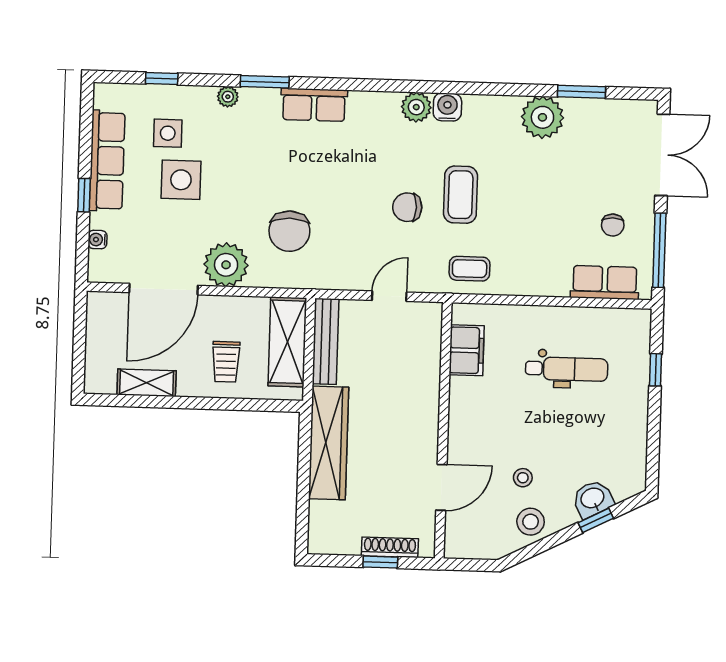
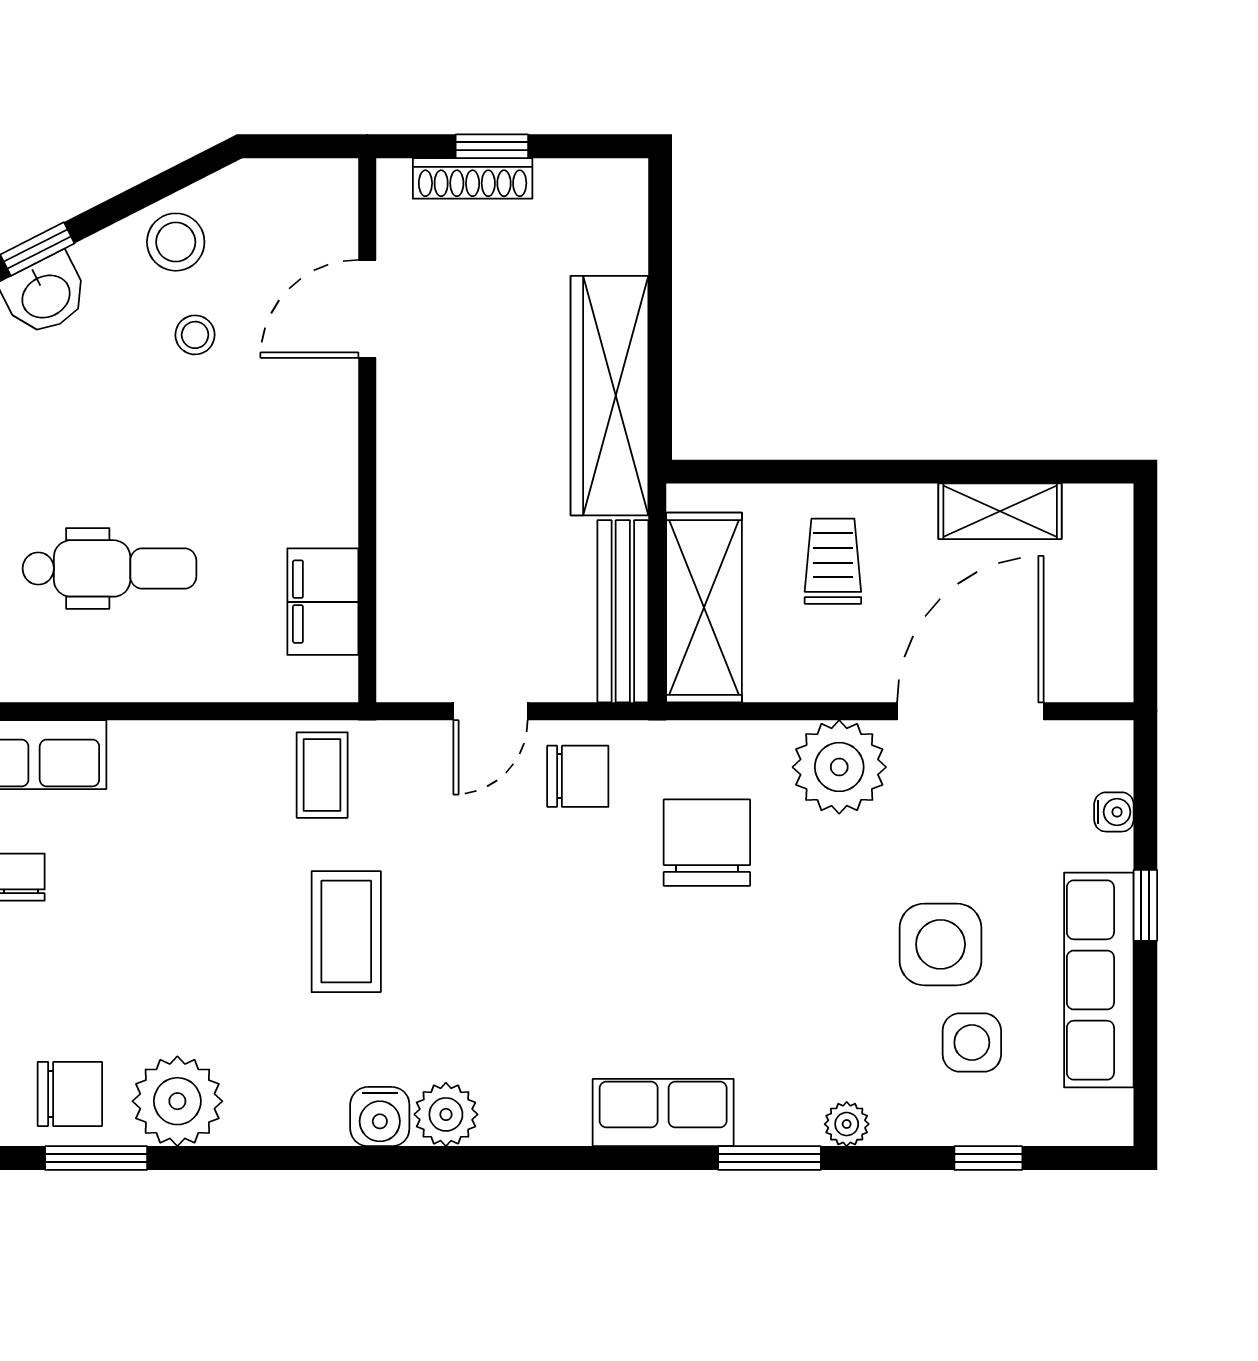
chair: (593, 122) -> (70, 1094), added
chair: (407, 207) -> (578, 776), moved
coffee table: (470, 269) -> (322, 775), turned 90
dental chair: (567, 369) -> (109, 568), turned 180

